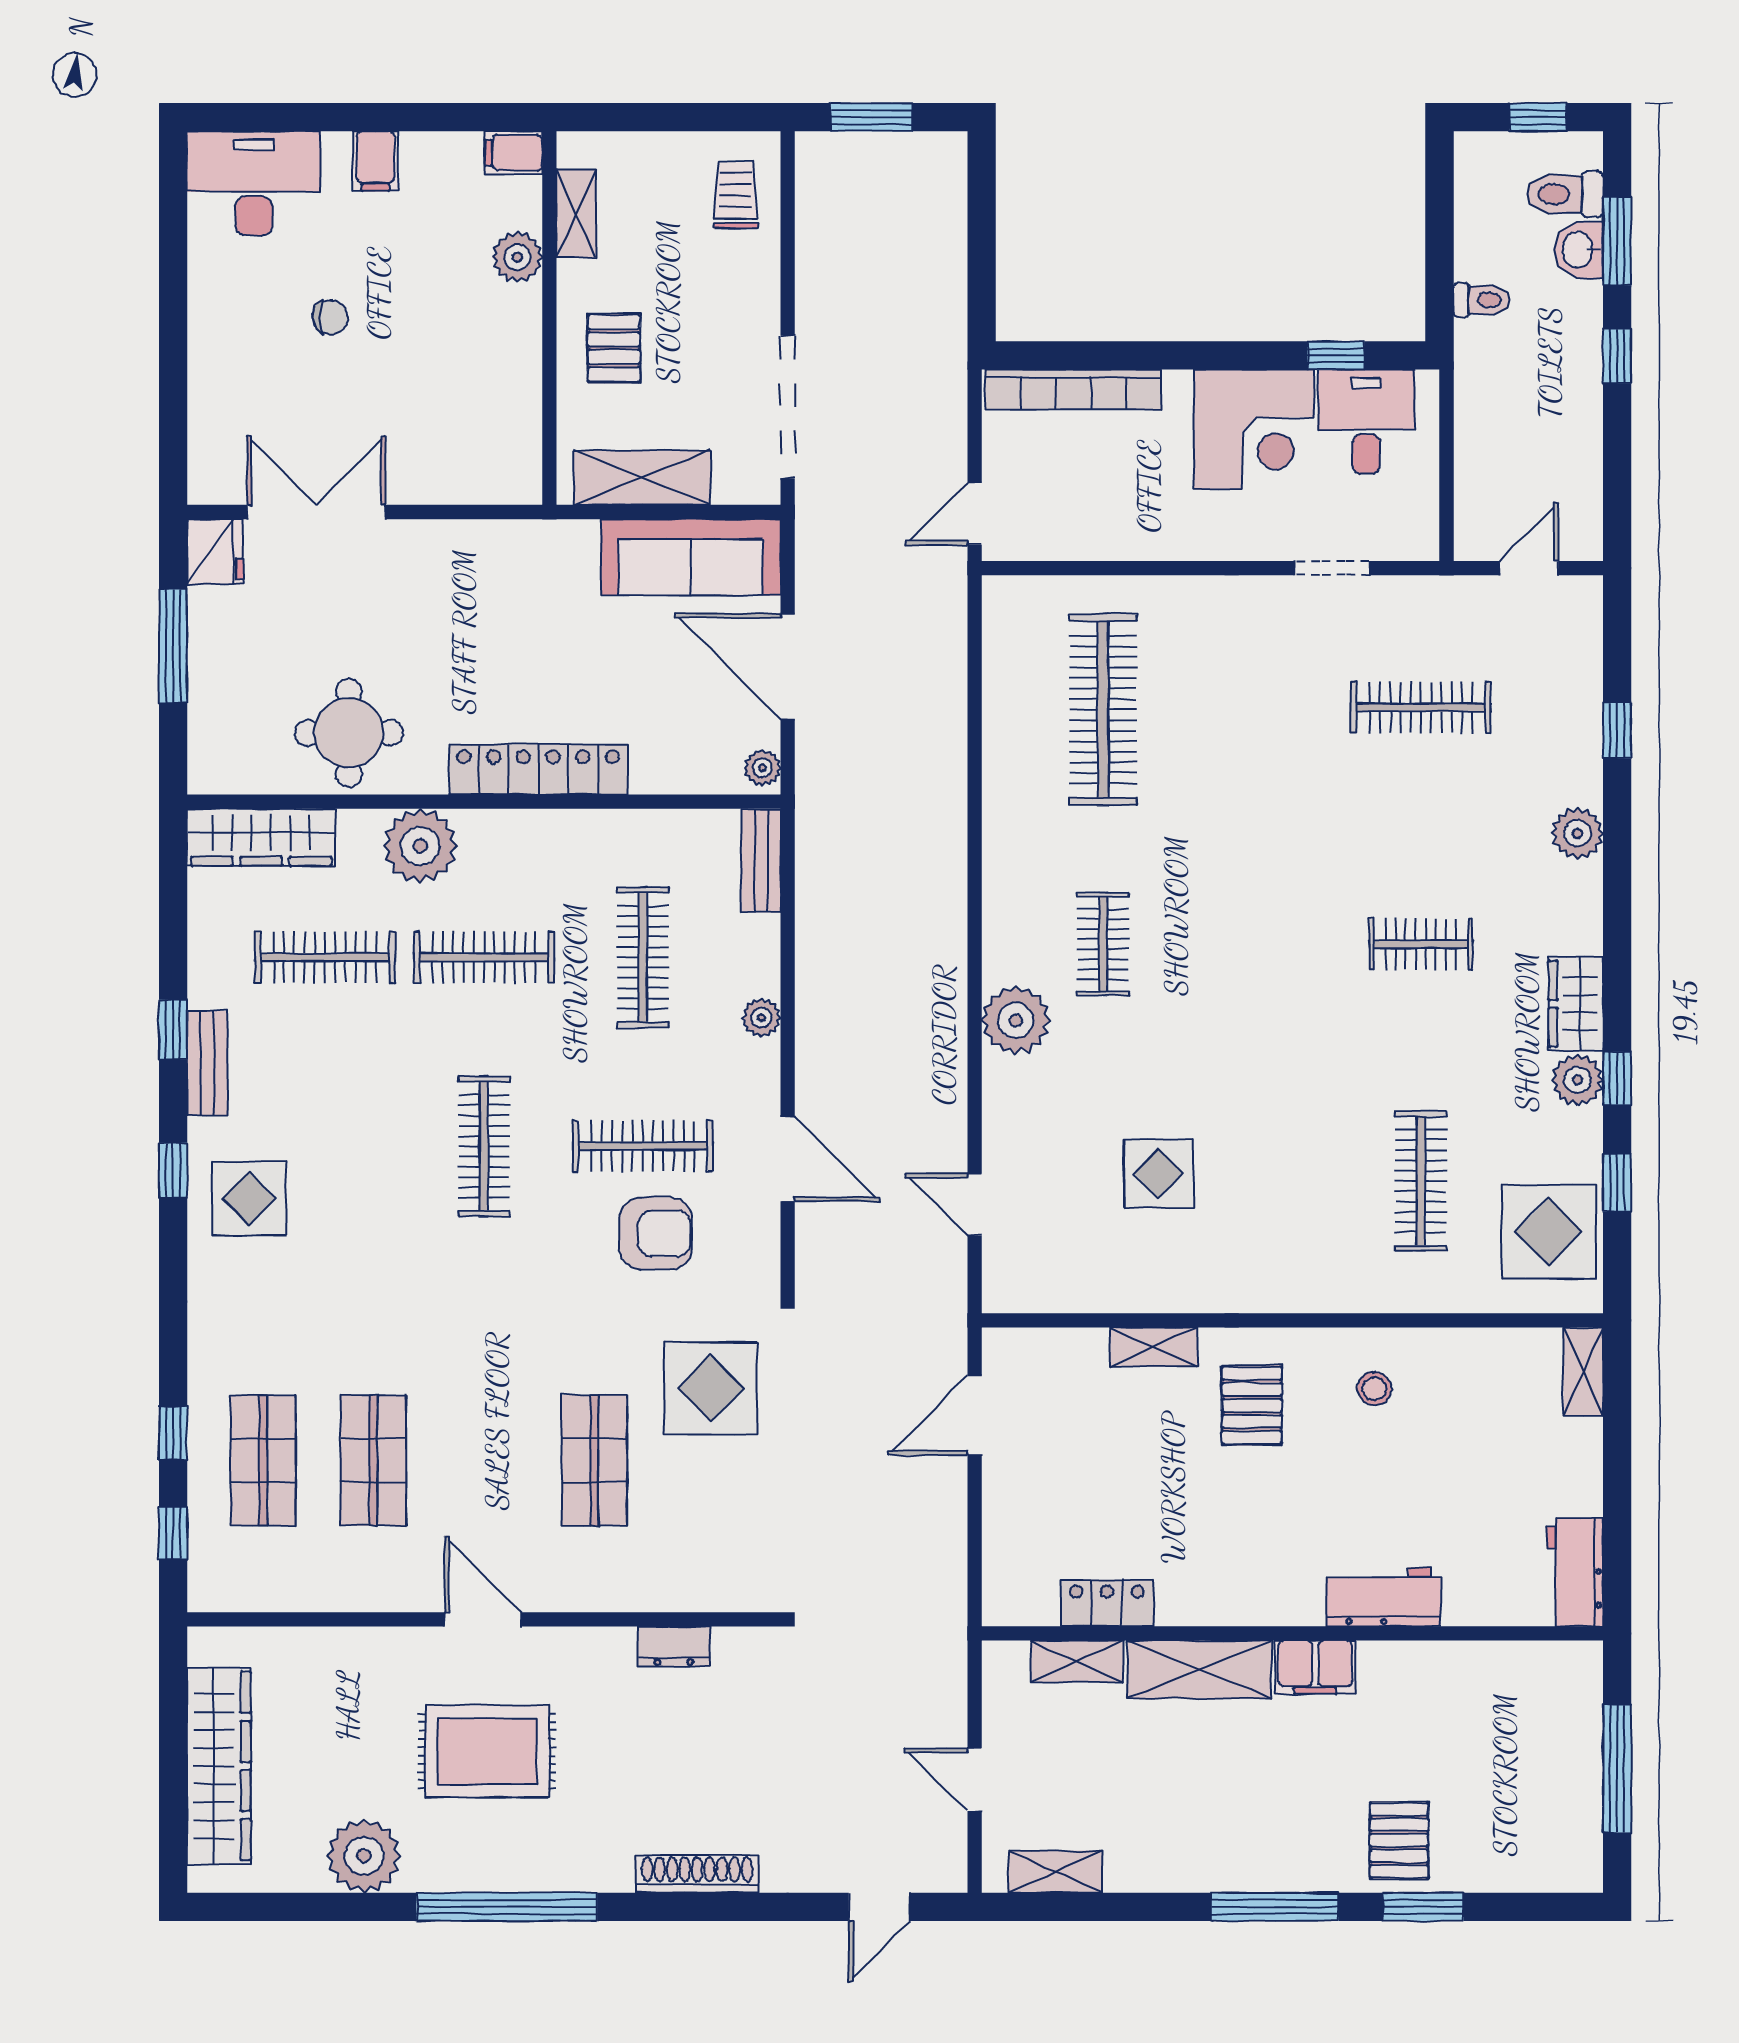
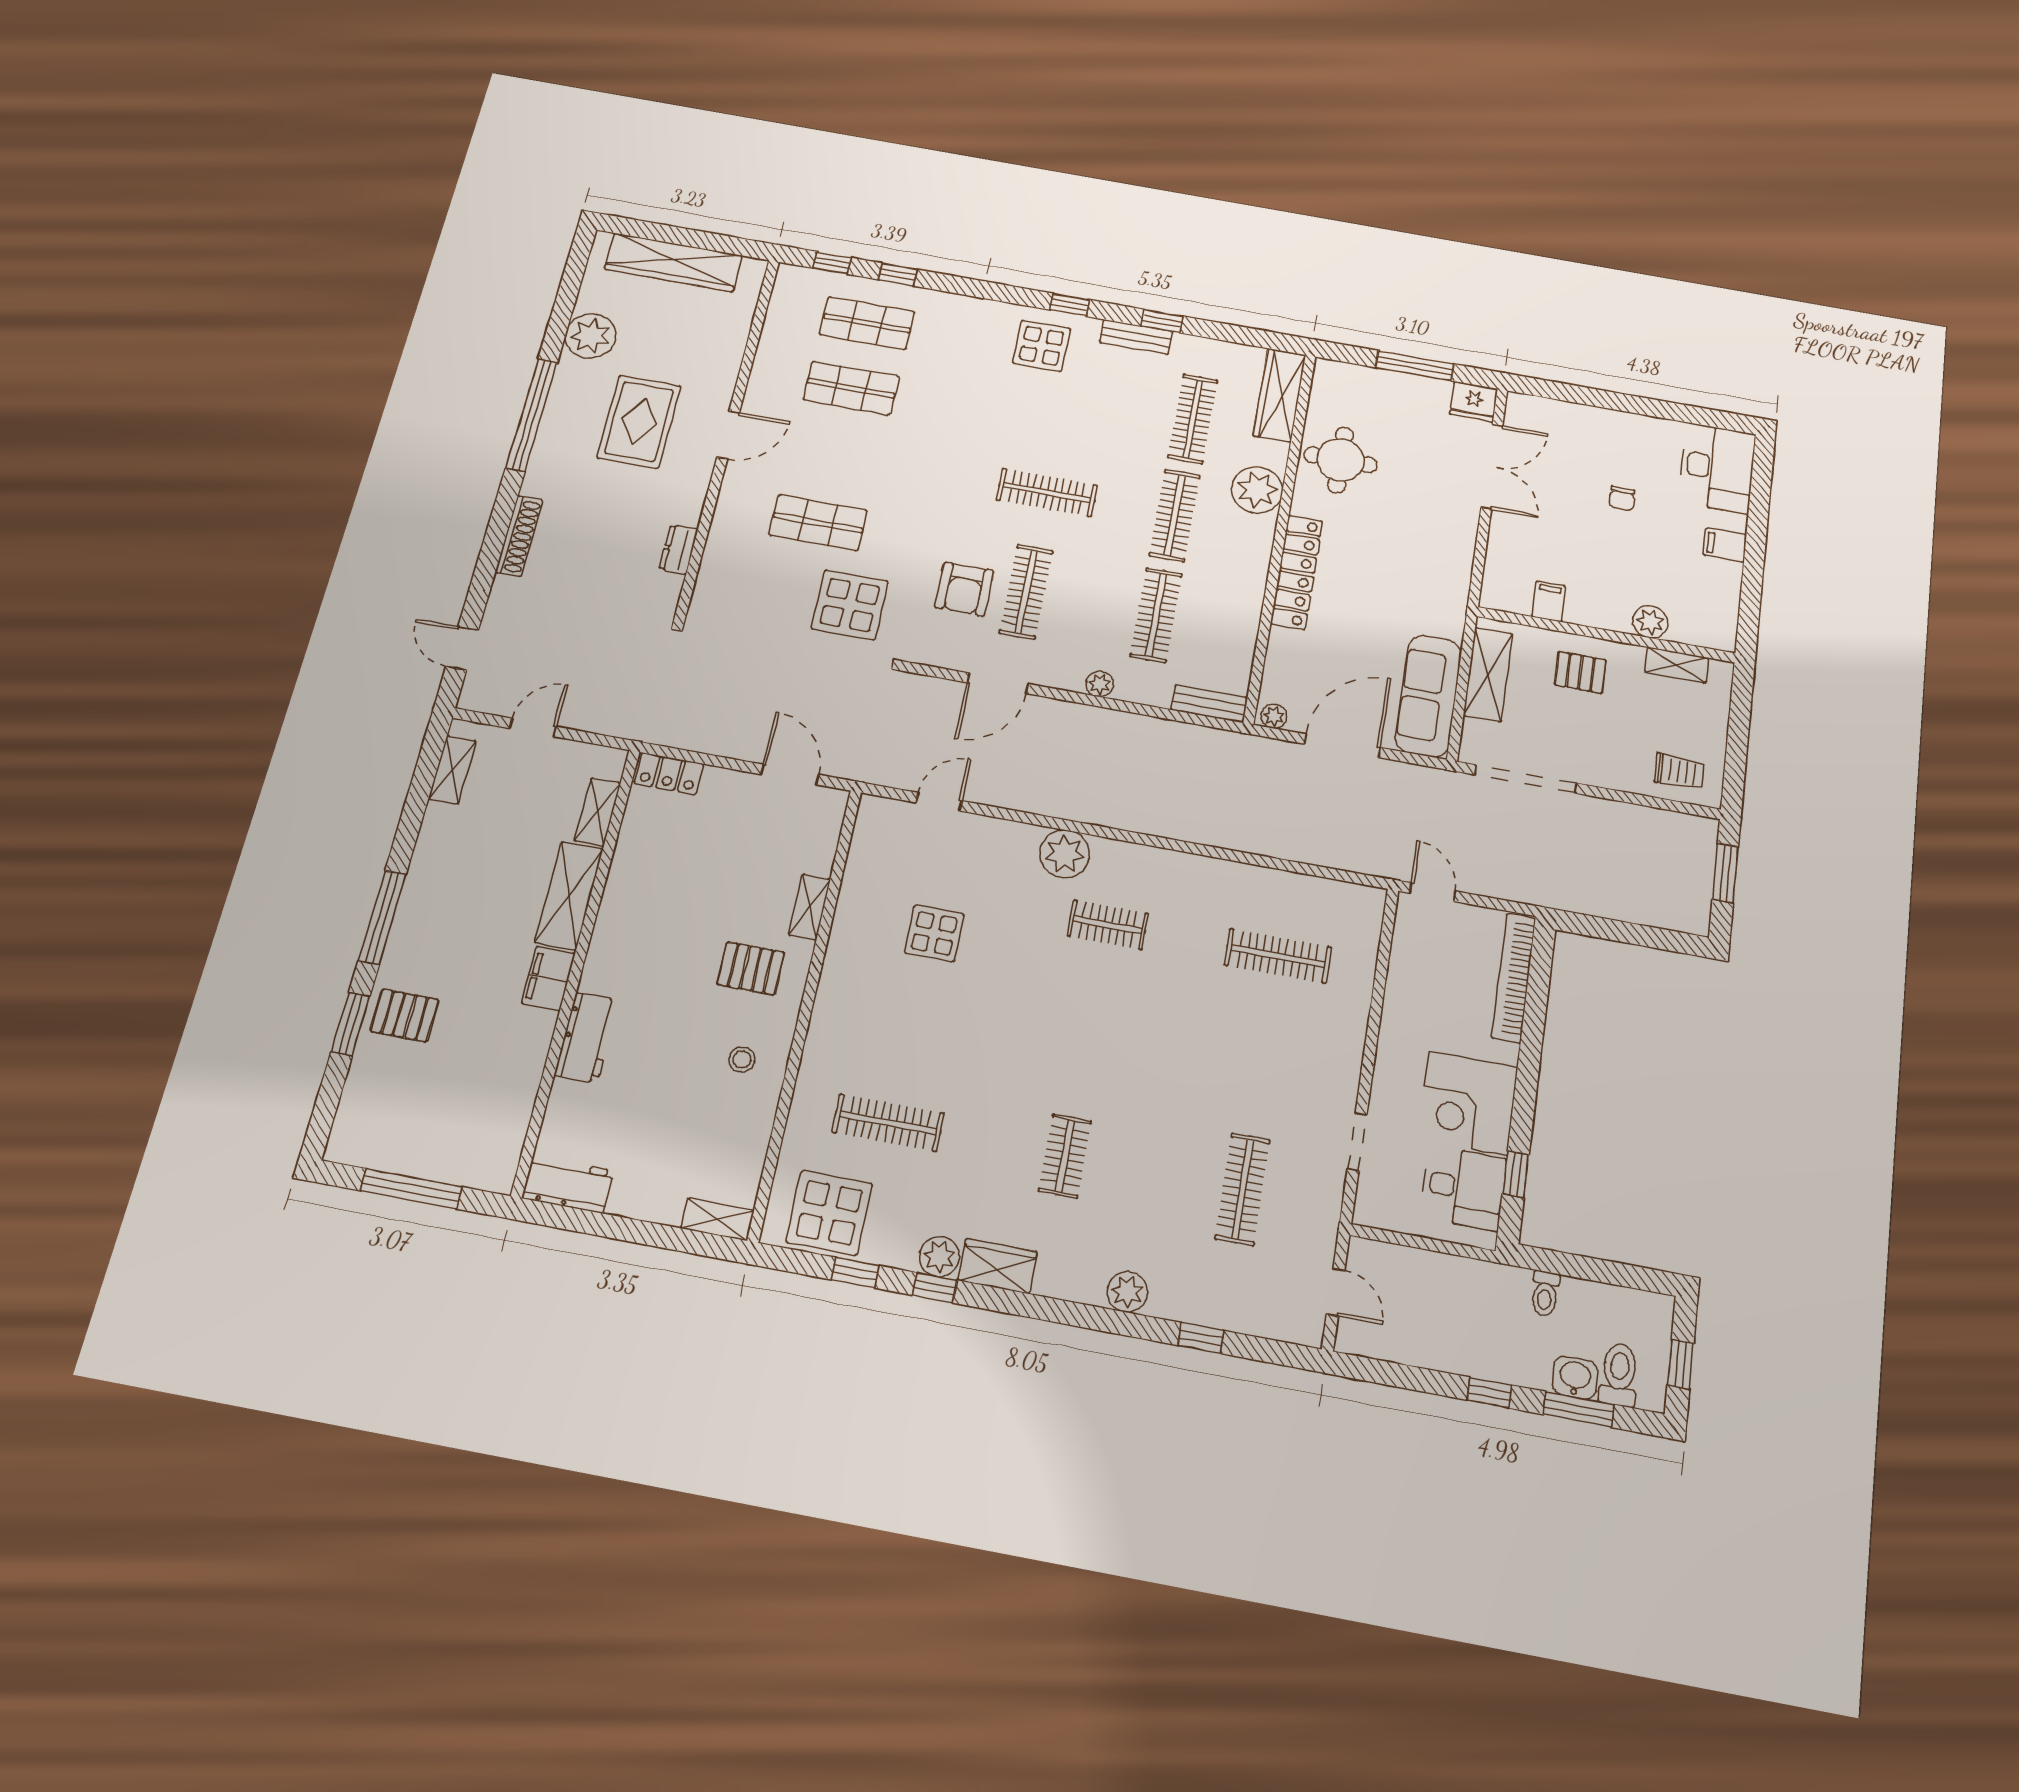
filing cabinet: (514, 153) -> (1549, 601), moved
clothes rail: (1103, 710) -> (1278, 956), width x0.73, depth x0.76
clothes rail: (643, 957) -> (1156, 615), turned 90
locker: (1107, 1603) -> (669, 774), moved, turned 90

